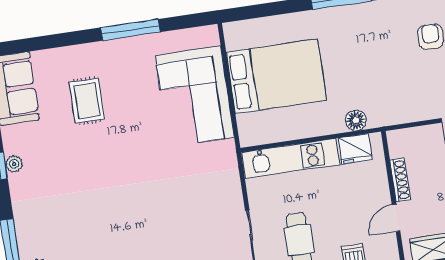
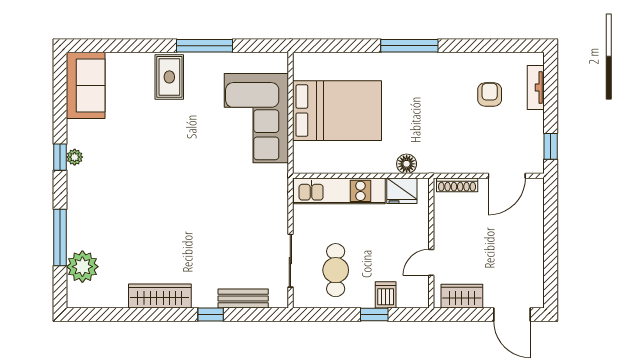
rug: (87, 101) -> (169, 77), moved
shoe rack: (400, 180) -> (457, 185), moved, turned 90

